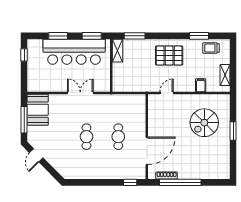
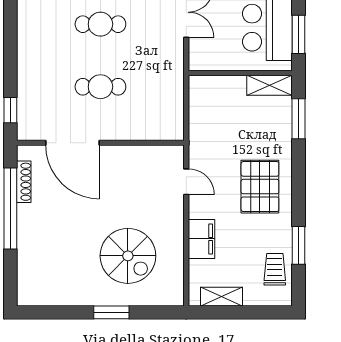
filing cabinet: (201, 85) -> (201, 239), width x2.00
spiral stairs: (204, 123) -> (128, 256), turned 180

